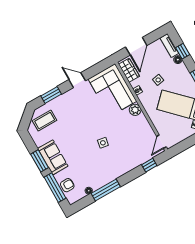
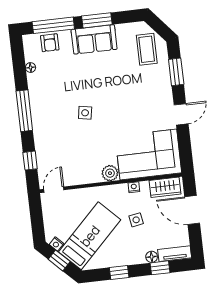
door: (161, 142) -> (54, 190), hinge flipped
window: (106, 190) -> (24, 111), moved

